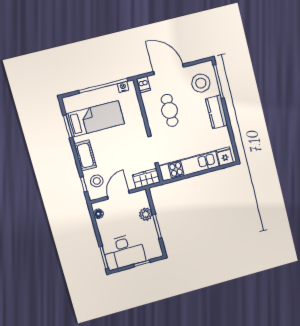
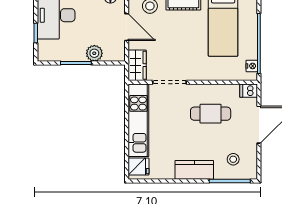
stool: (201, 83) -> (233, 159), width x0.53, depth x0.53

